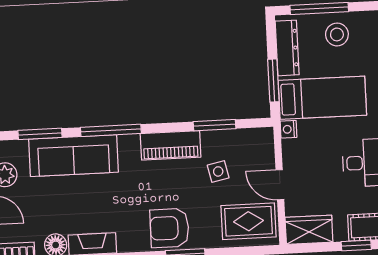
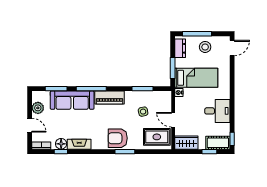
dresser: (287, 48) -> (180, 48), width x0.70
piano: (171, 145) -> (109, 97), moved

